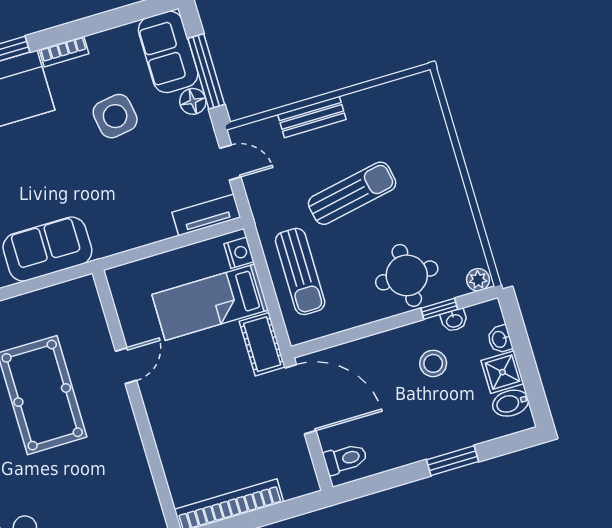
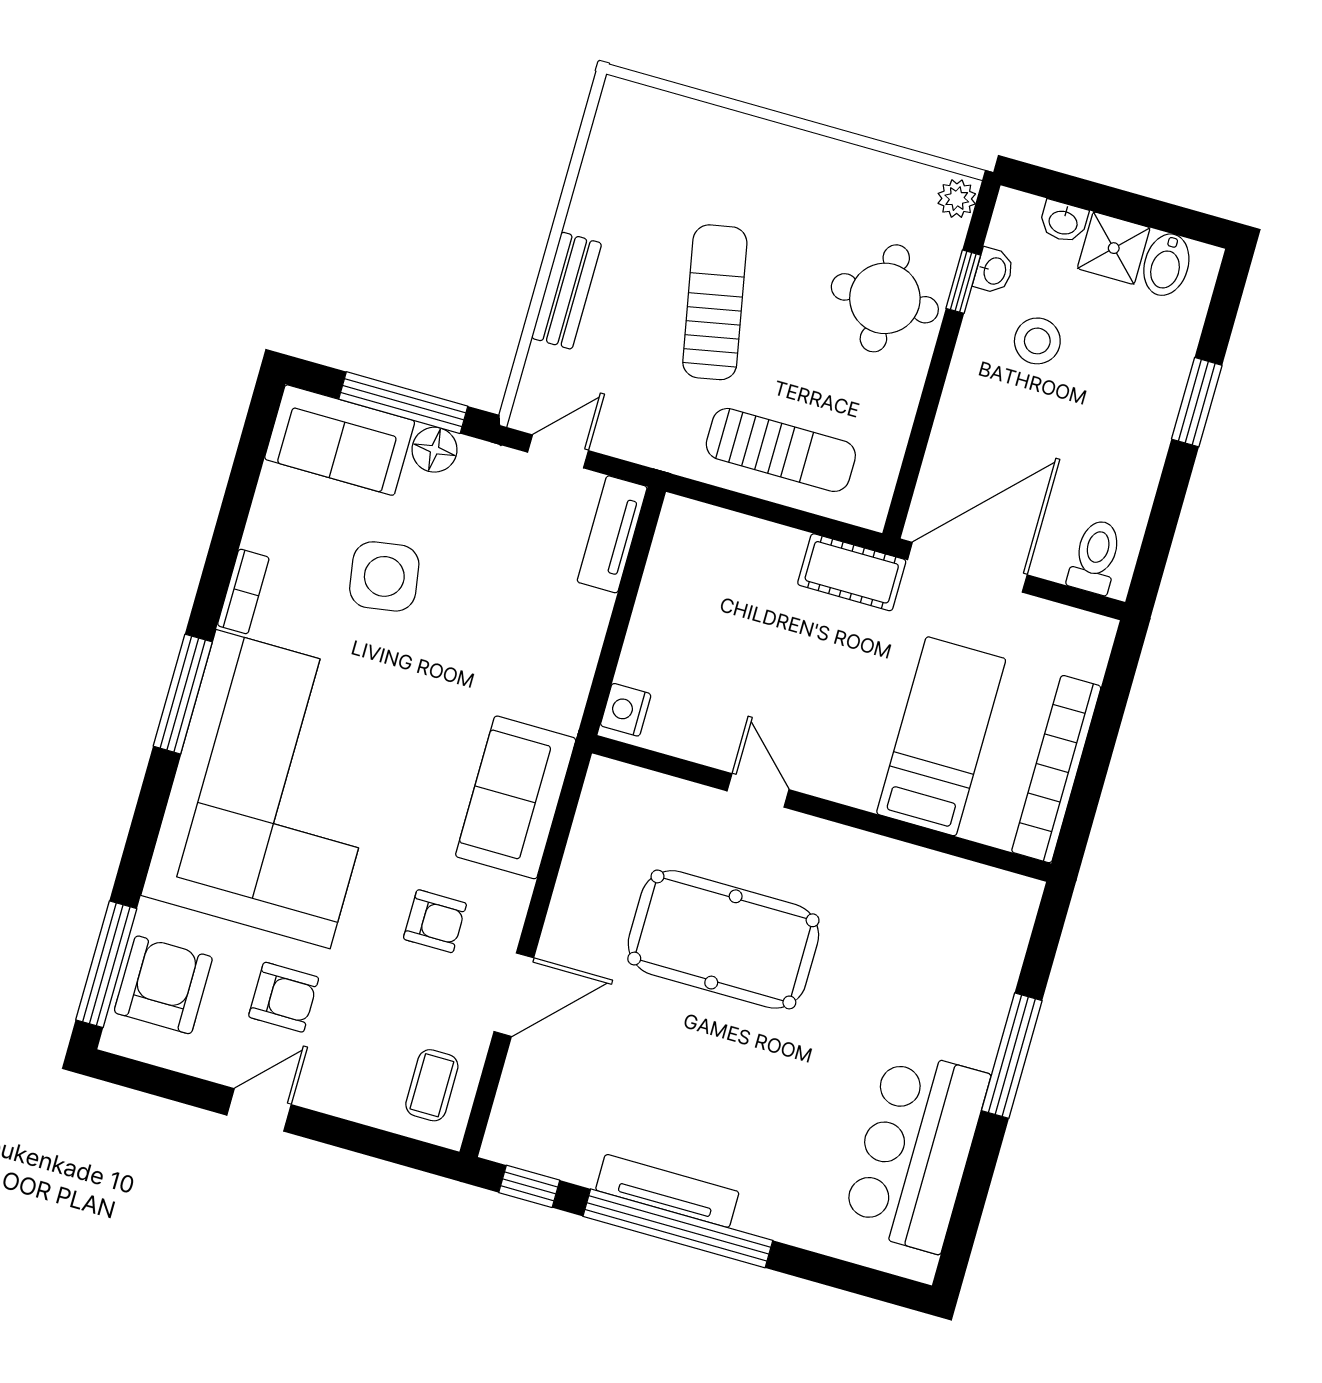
nightstand: (239, 253) -> (626, 710), moved, turned -90
bed: (210, 302) -> (941, 736), moved, turned 180

